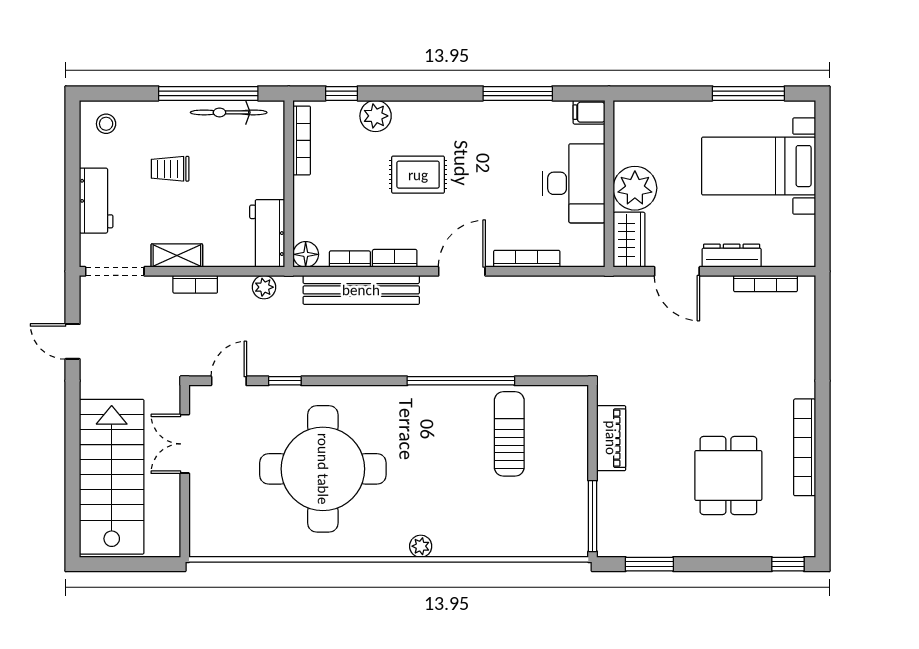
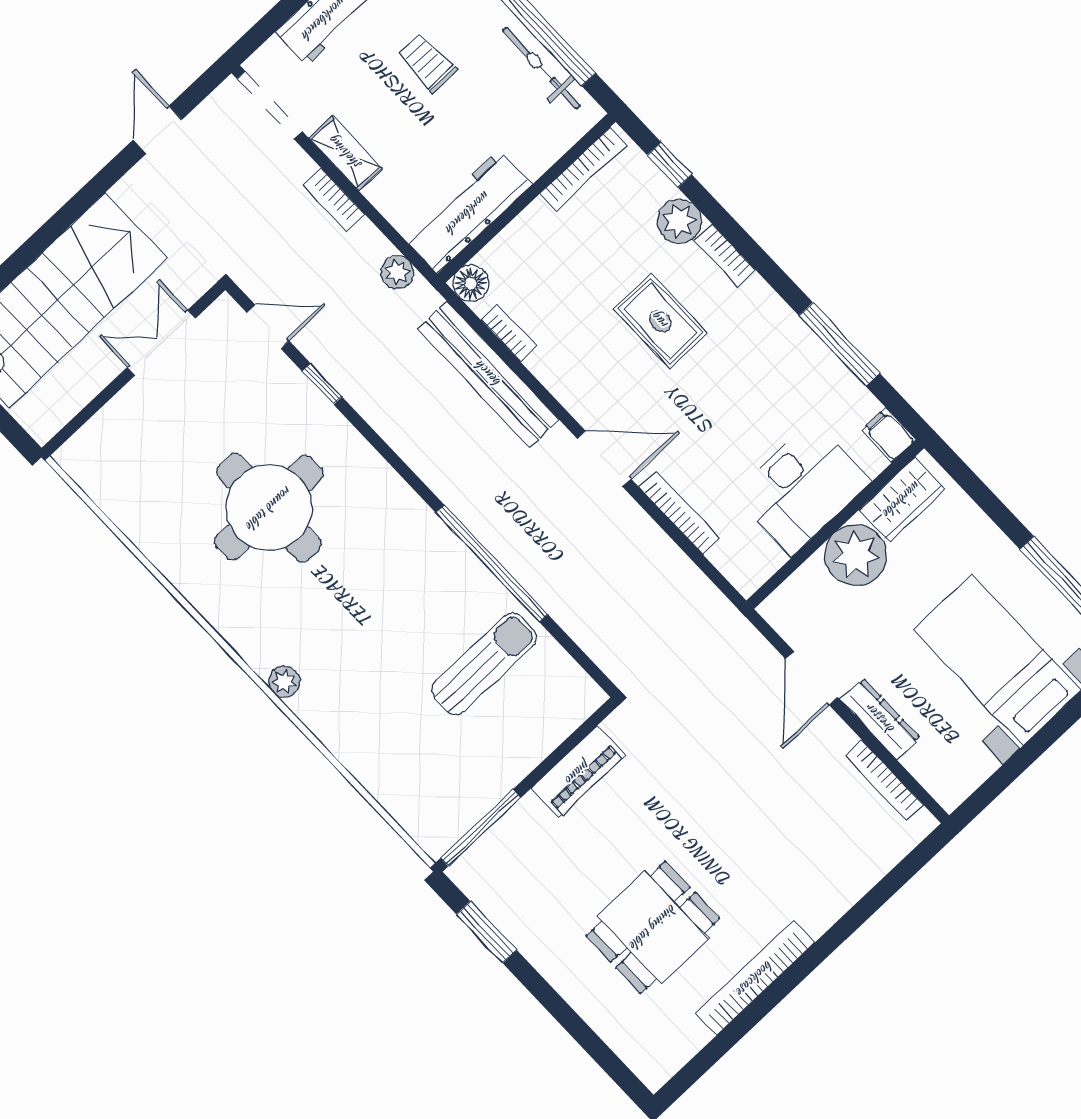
workbench: (267, 233) -> (468, 212), width x1.38
wardrobe: (629, 240) -> (902, 499), moved
bookcase: (395, 258) -> (725, 255), moved, turned 180
round table: (323, 469) -> (269, 508), width x0.73, depth x0.73
window: (788, 564) -> (620, 1073), removed

